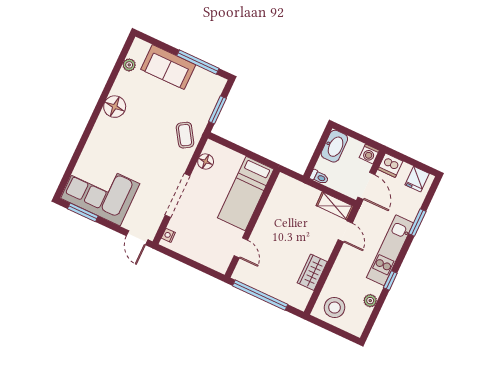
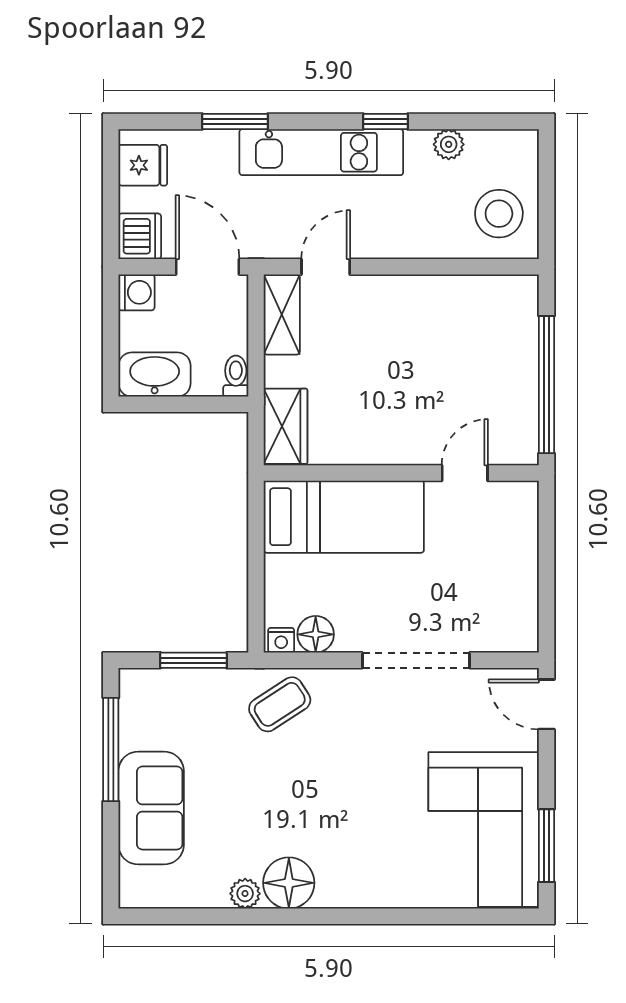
plant: (129, 65) -> (245, 894), moved
door: (366, 186) -> (208, 267), hinge flipped
nightstand: (168, 235) -> (281, 640), moved
door: (137, 238) -> (546, 704), swing flipped
wardrobe: (312, 272) -> (286, 426), moved, turned -90

